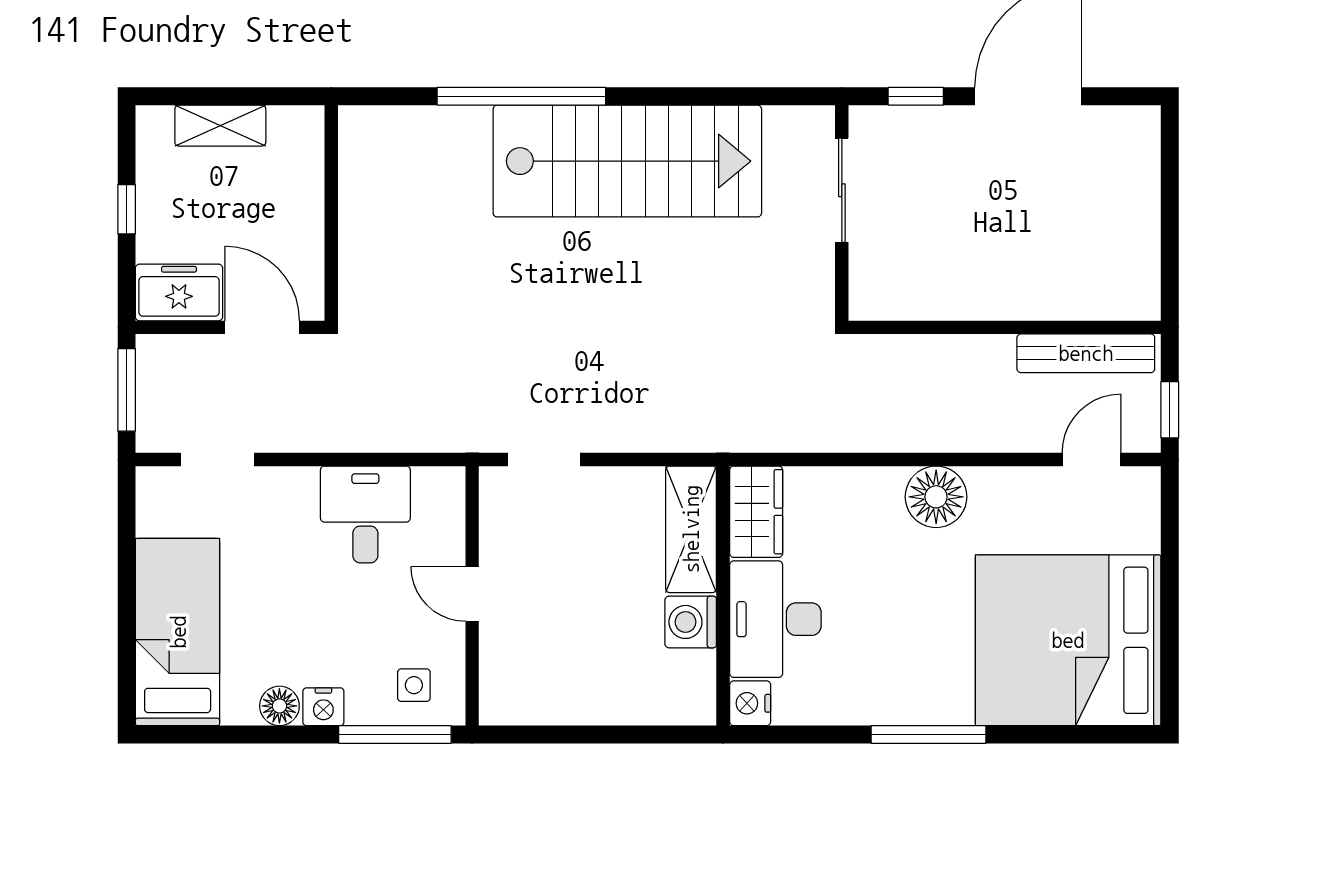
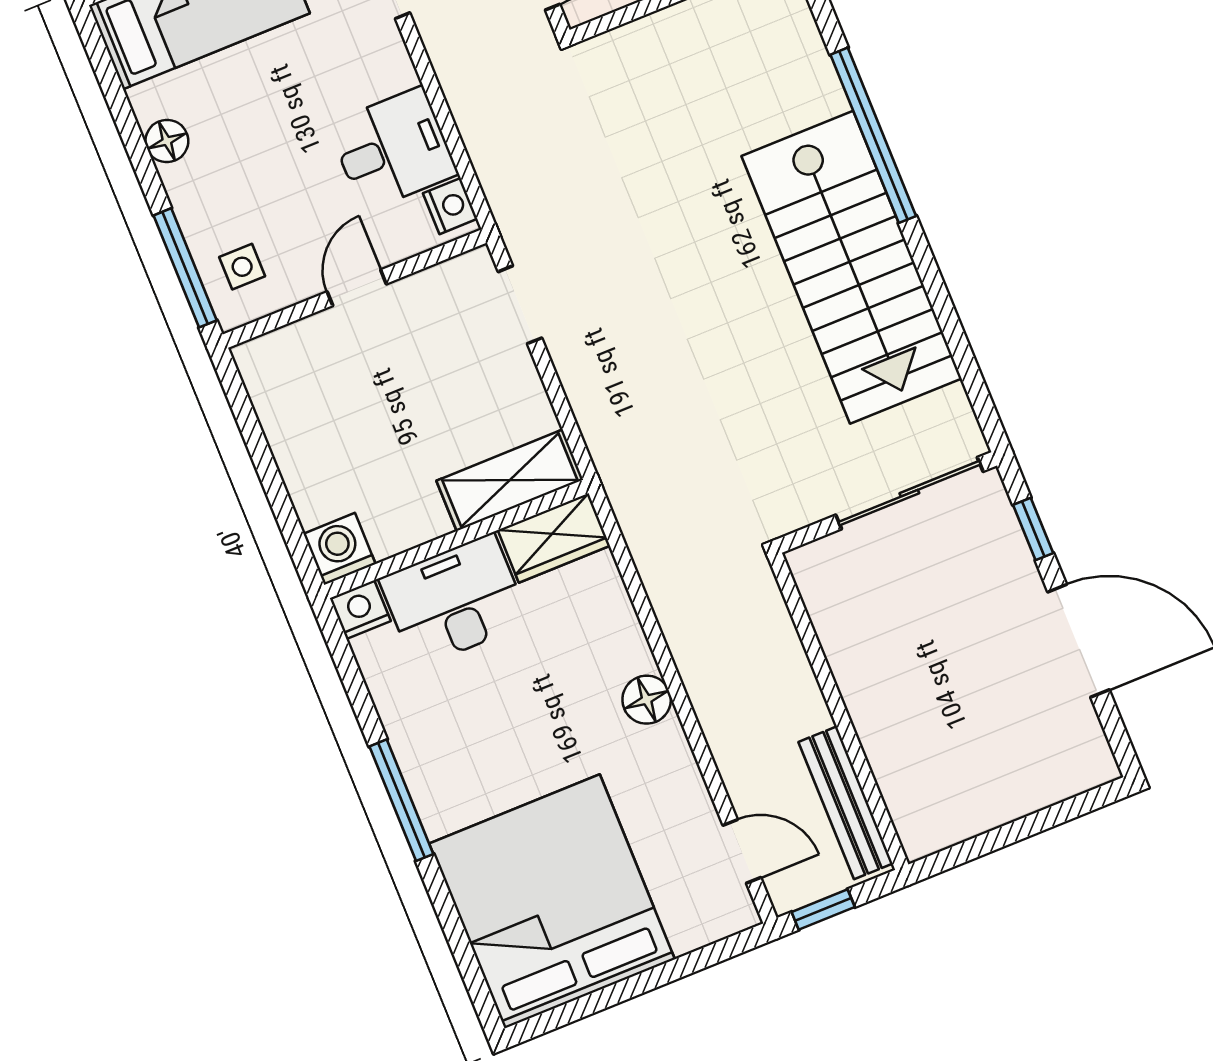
sliding door: (842, 190) -> (909, 493), width x1.37
floor lamp: (936, 497) -> (647, 700), width x0.73, depth x0.73
washing machine: (691, 622) -> (339, 549), moved
nightstand: (323, 707) -> (450, 206), moved, turned 180

